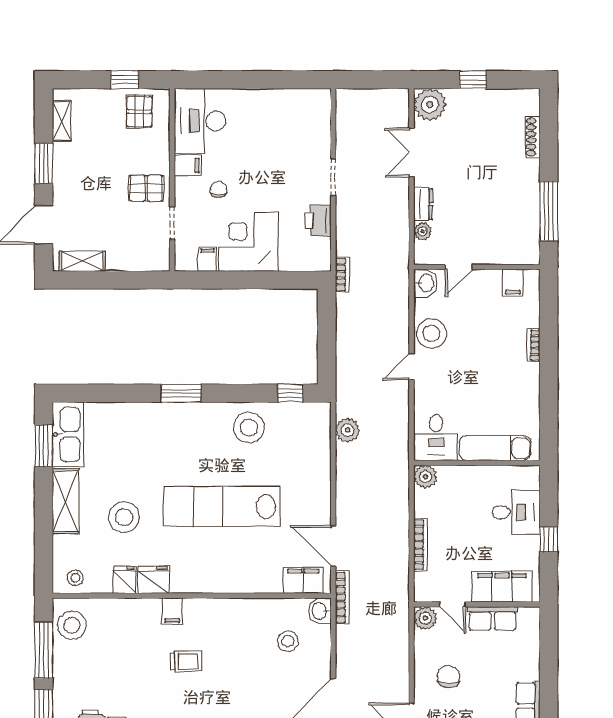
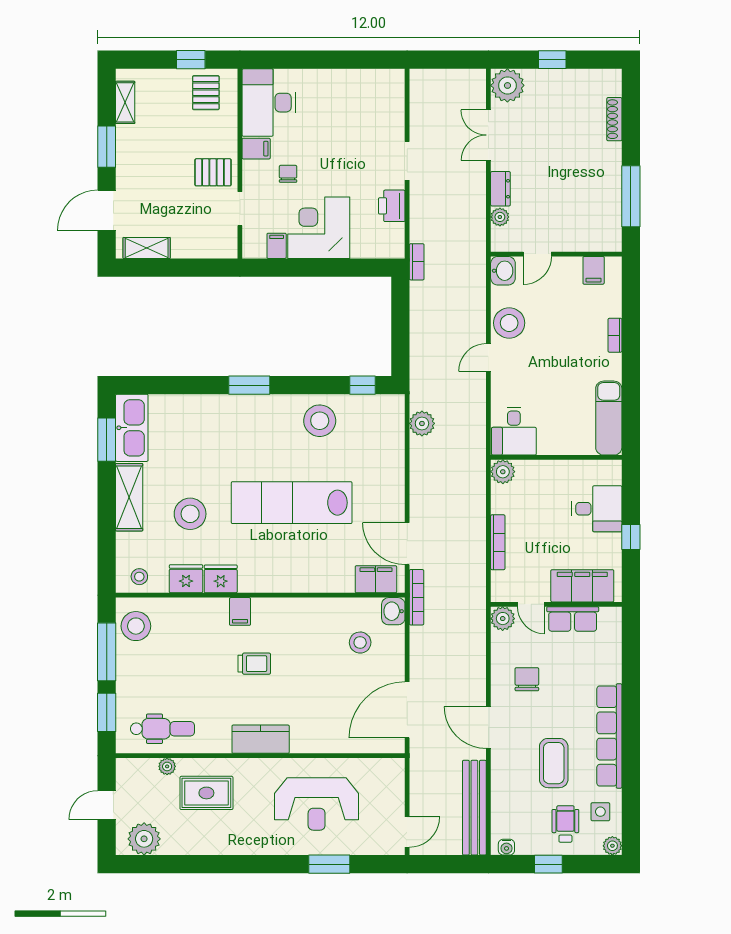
exam couch: (495, 448) -> (609, 418), moved, turned -90
fridge: (125, 580) -> (186, 579), width x1.38

